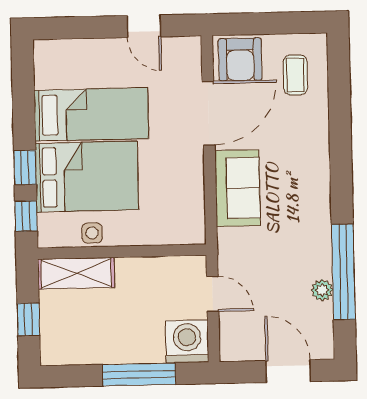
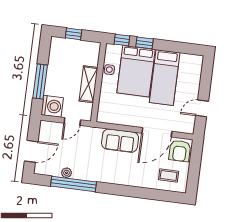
armchair: (240, 59) -> (180, 151), turned -90
door: (208, 113) -> (157, 132), hinge flipped
shelving: (76, 273) -> (88, 84), moved

